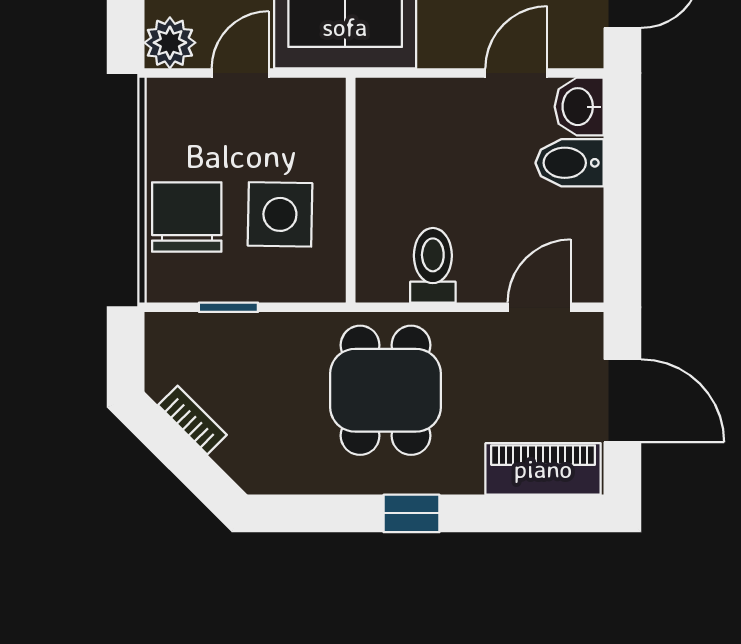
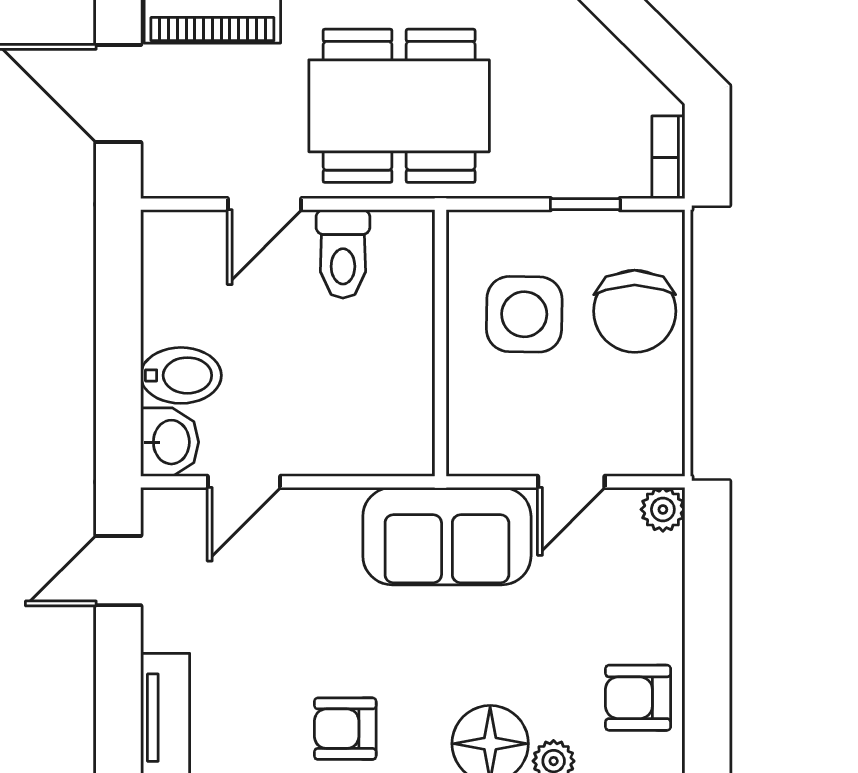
plant: (170, 43) -> (663, 509), width x0.73, depth x0.73
door: (539, 307) -> (265, 204), moved
dining table: (386, 390) -> (399, 106), width x1.38
bookcase: (192, 420) -> (668, 157), moved, turned 45

